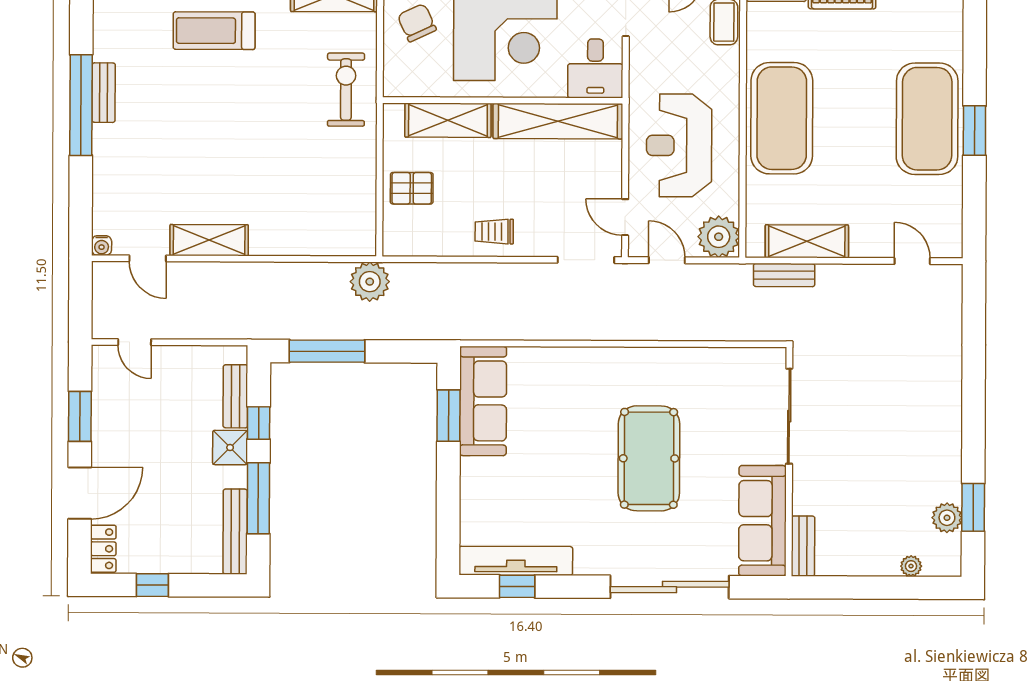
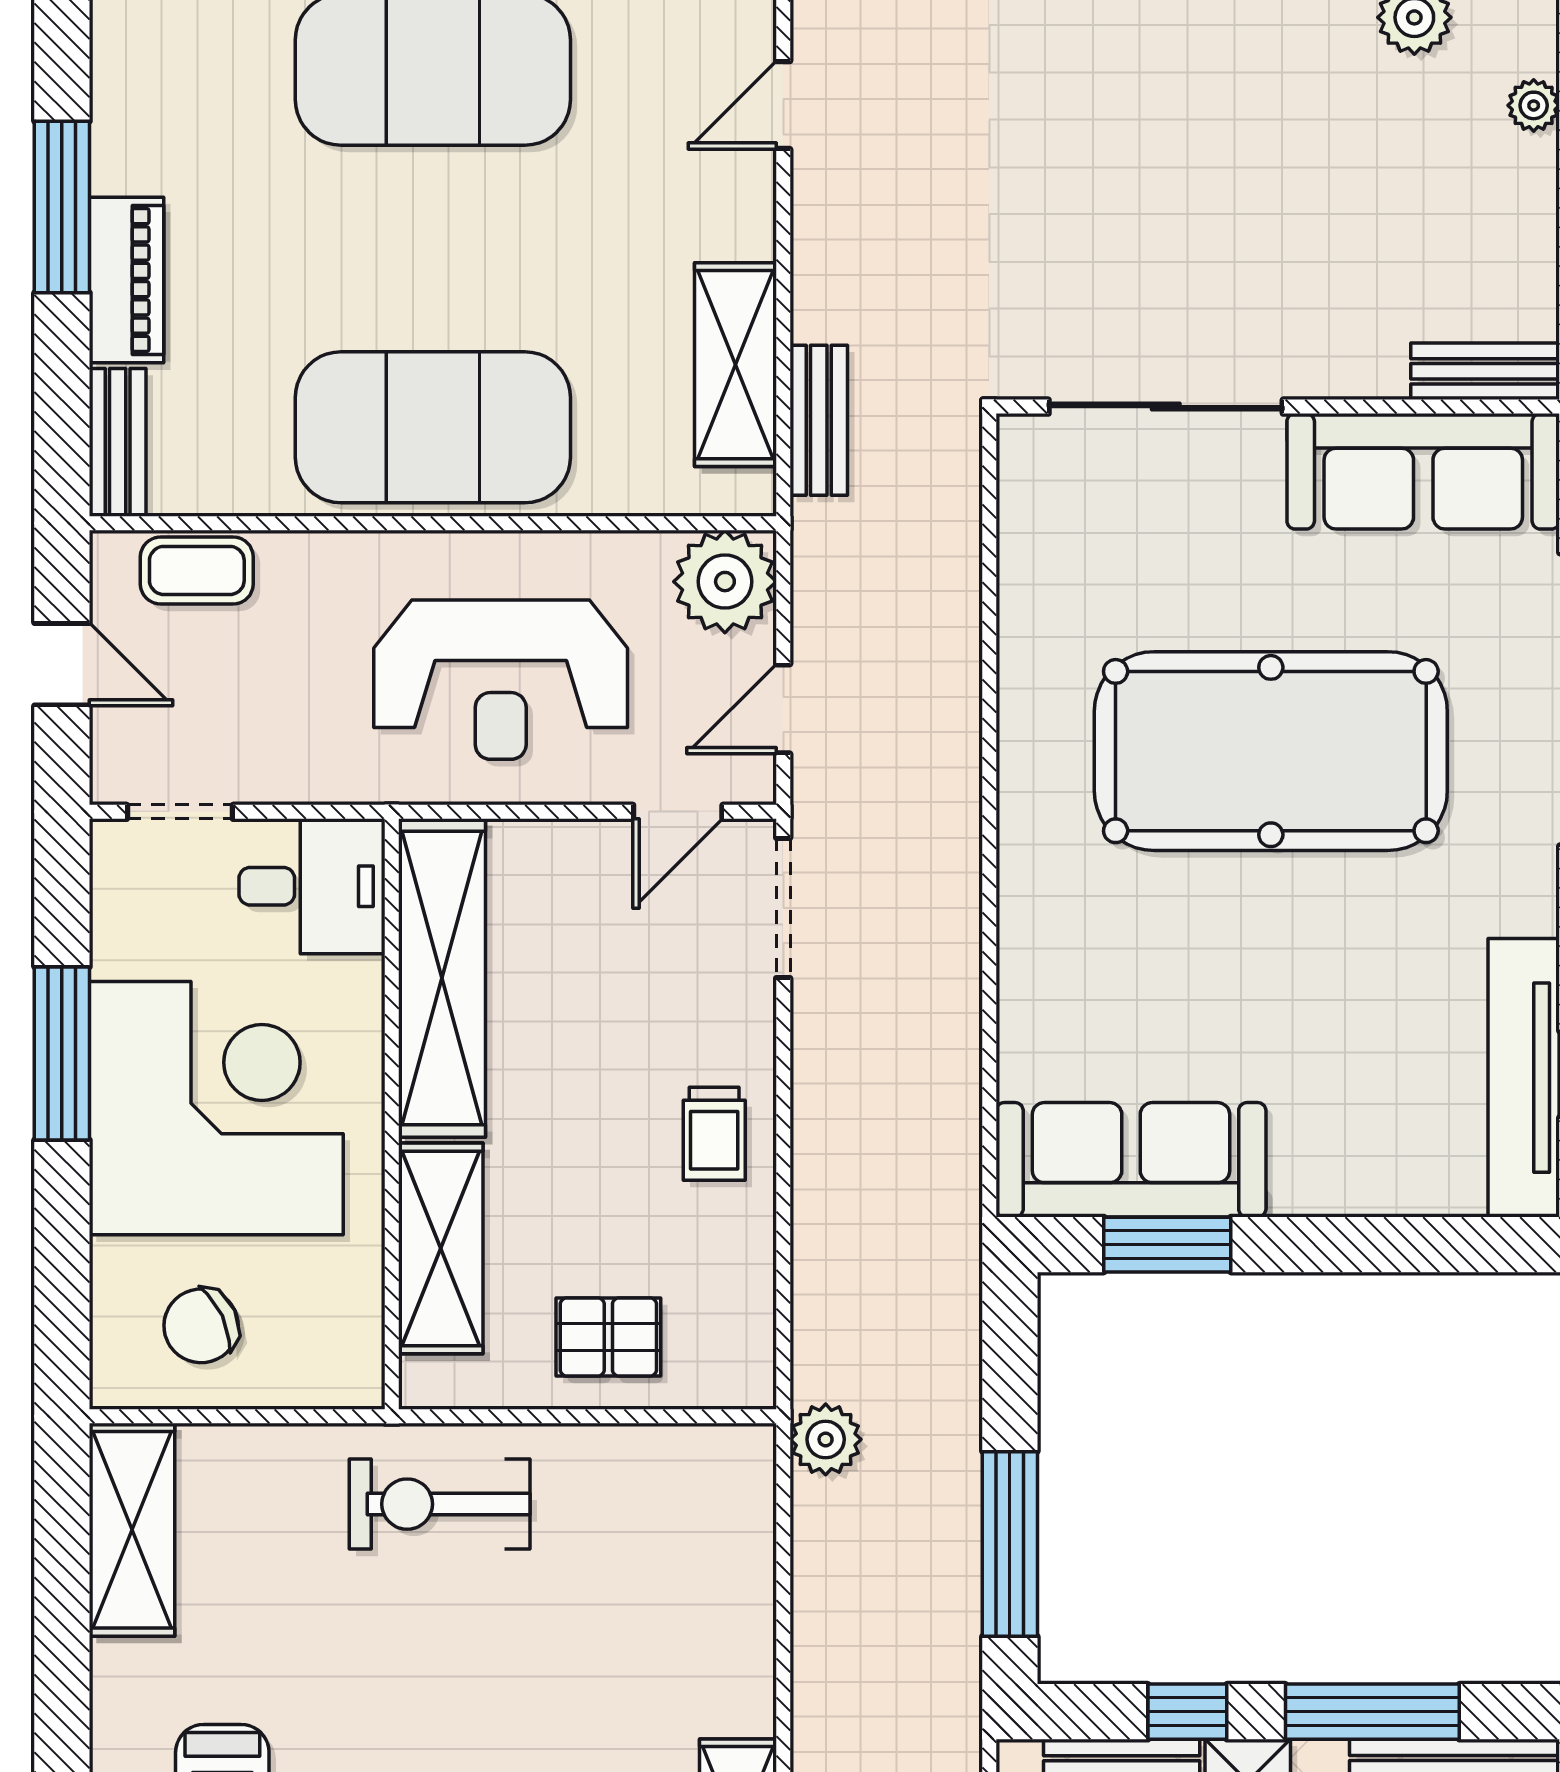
exercise bike: (346, 90) -> (440, 1504), moved
pallet: (412, 188) -> (608, 1337), turned 90
plant: (370, 282) -> (826, 1439), width x0.73, depth x0.73
pool table: (649, 458) -> (1271, 751), width x1.36, depth x1.32

